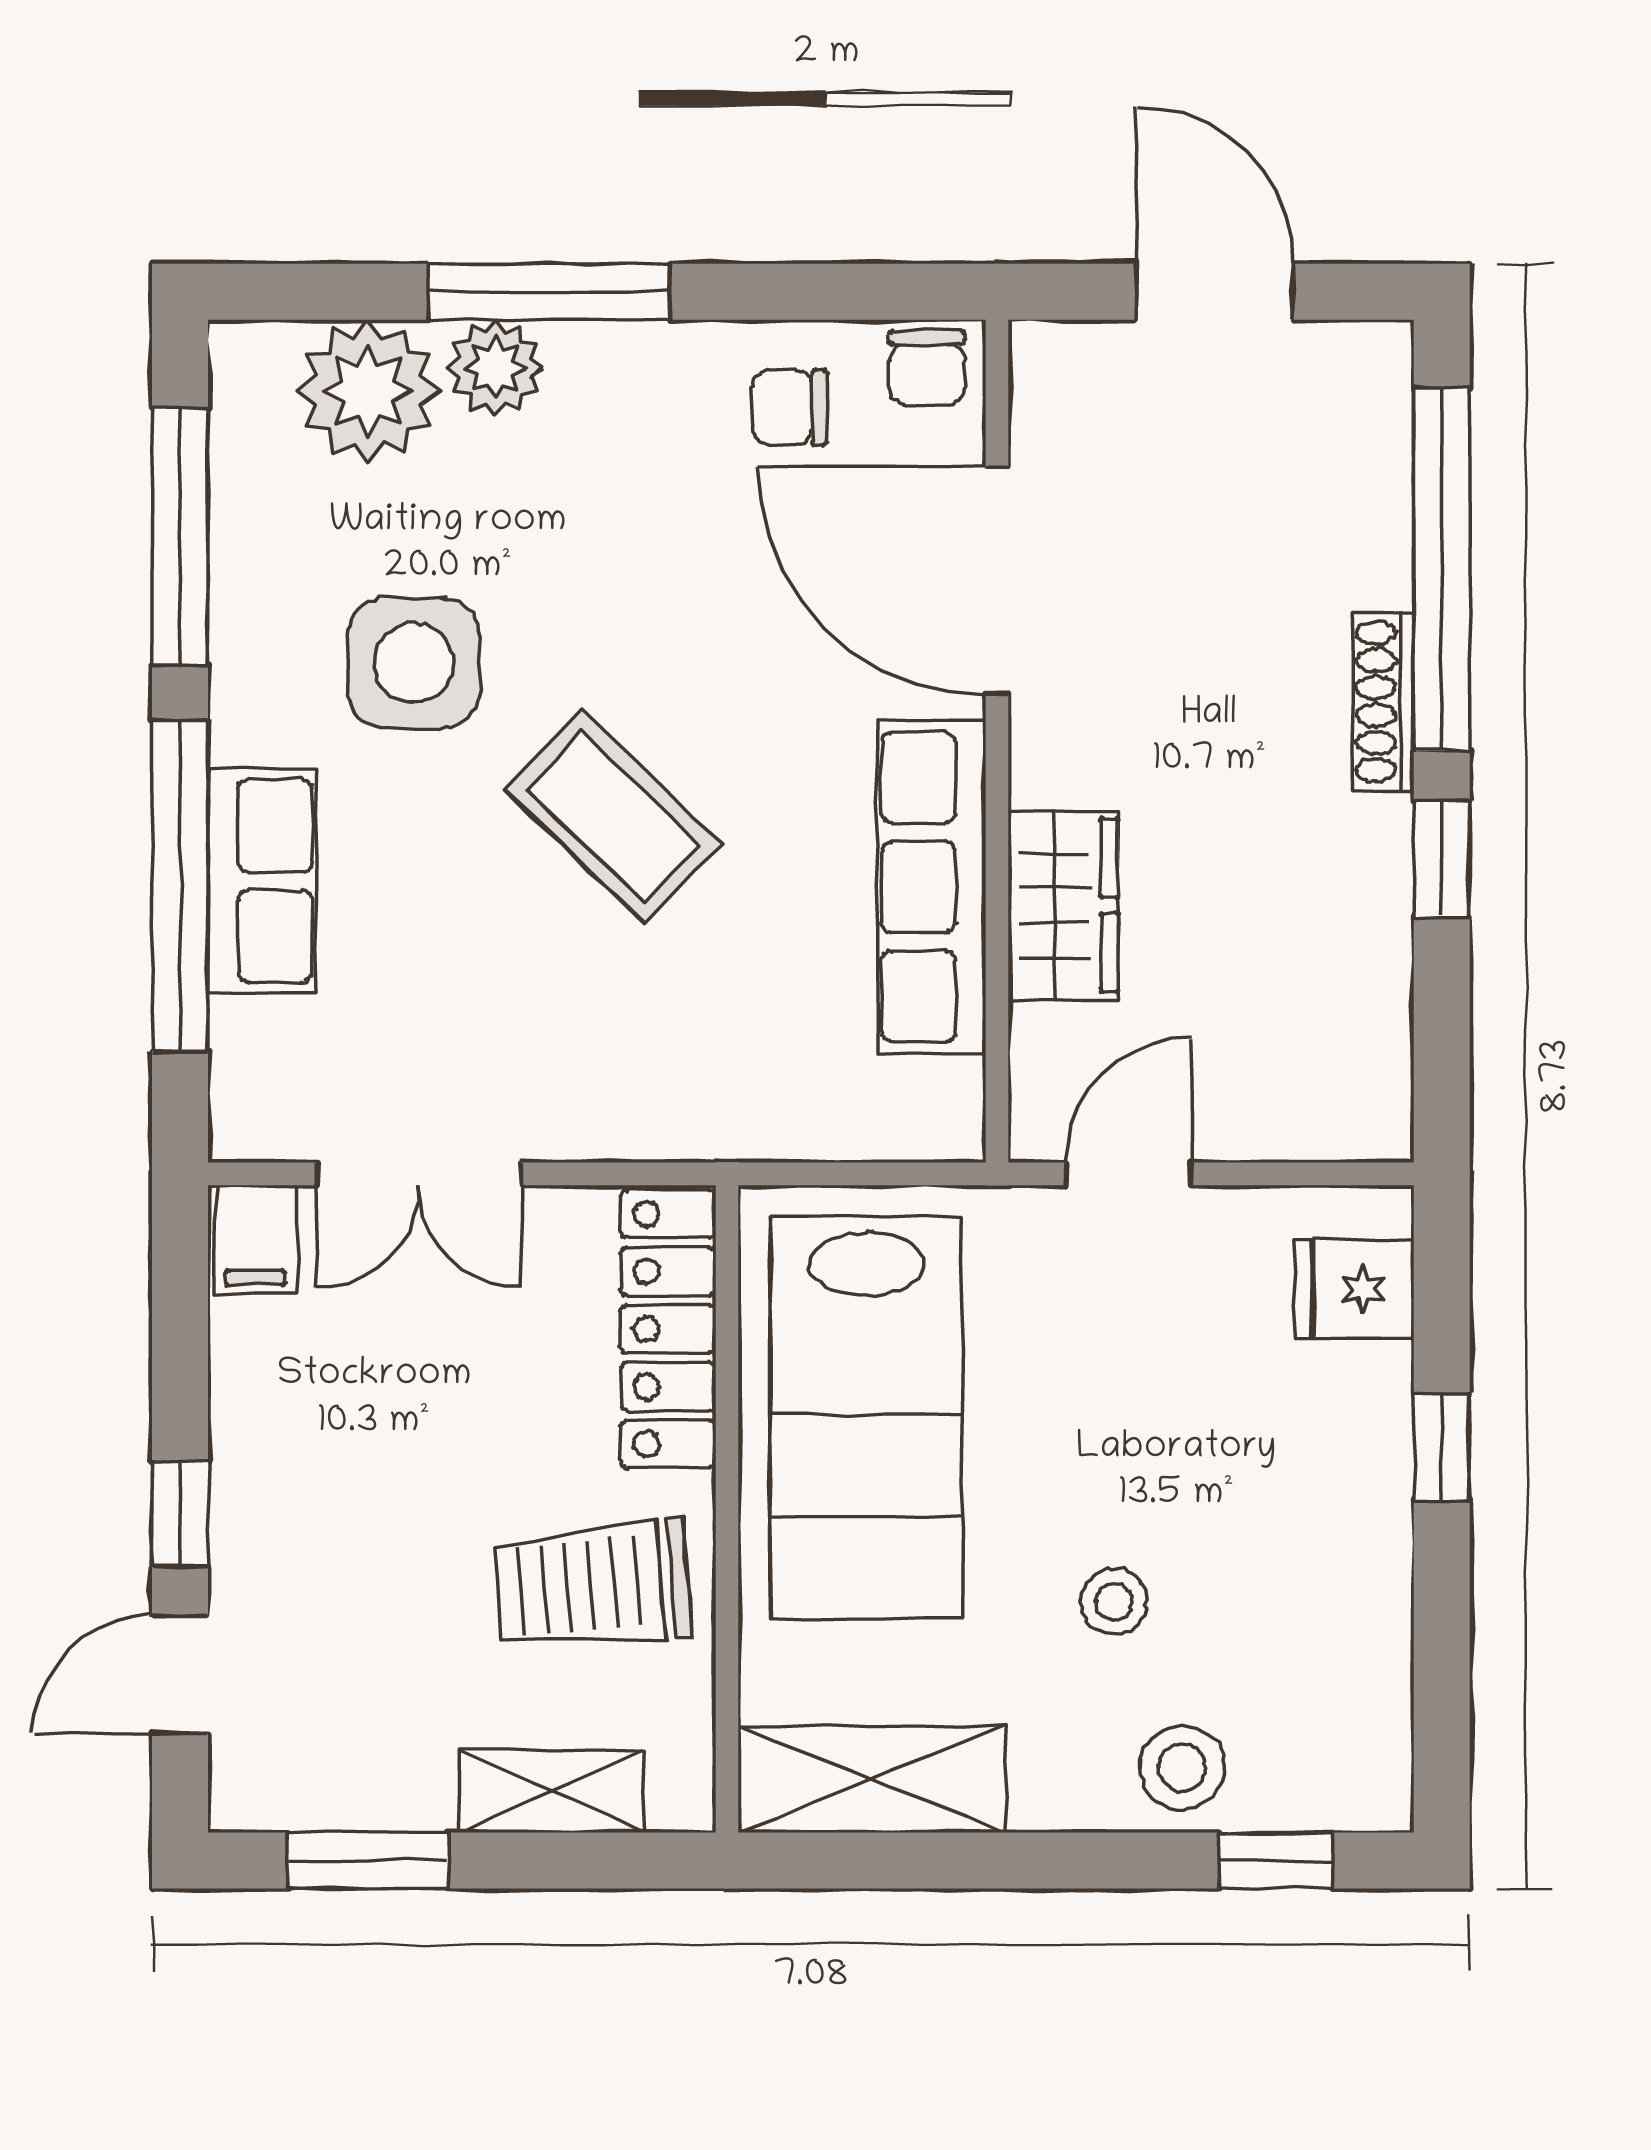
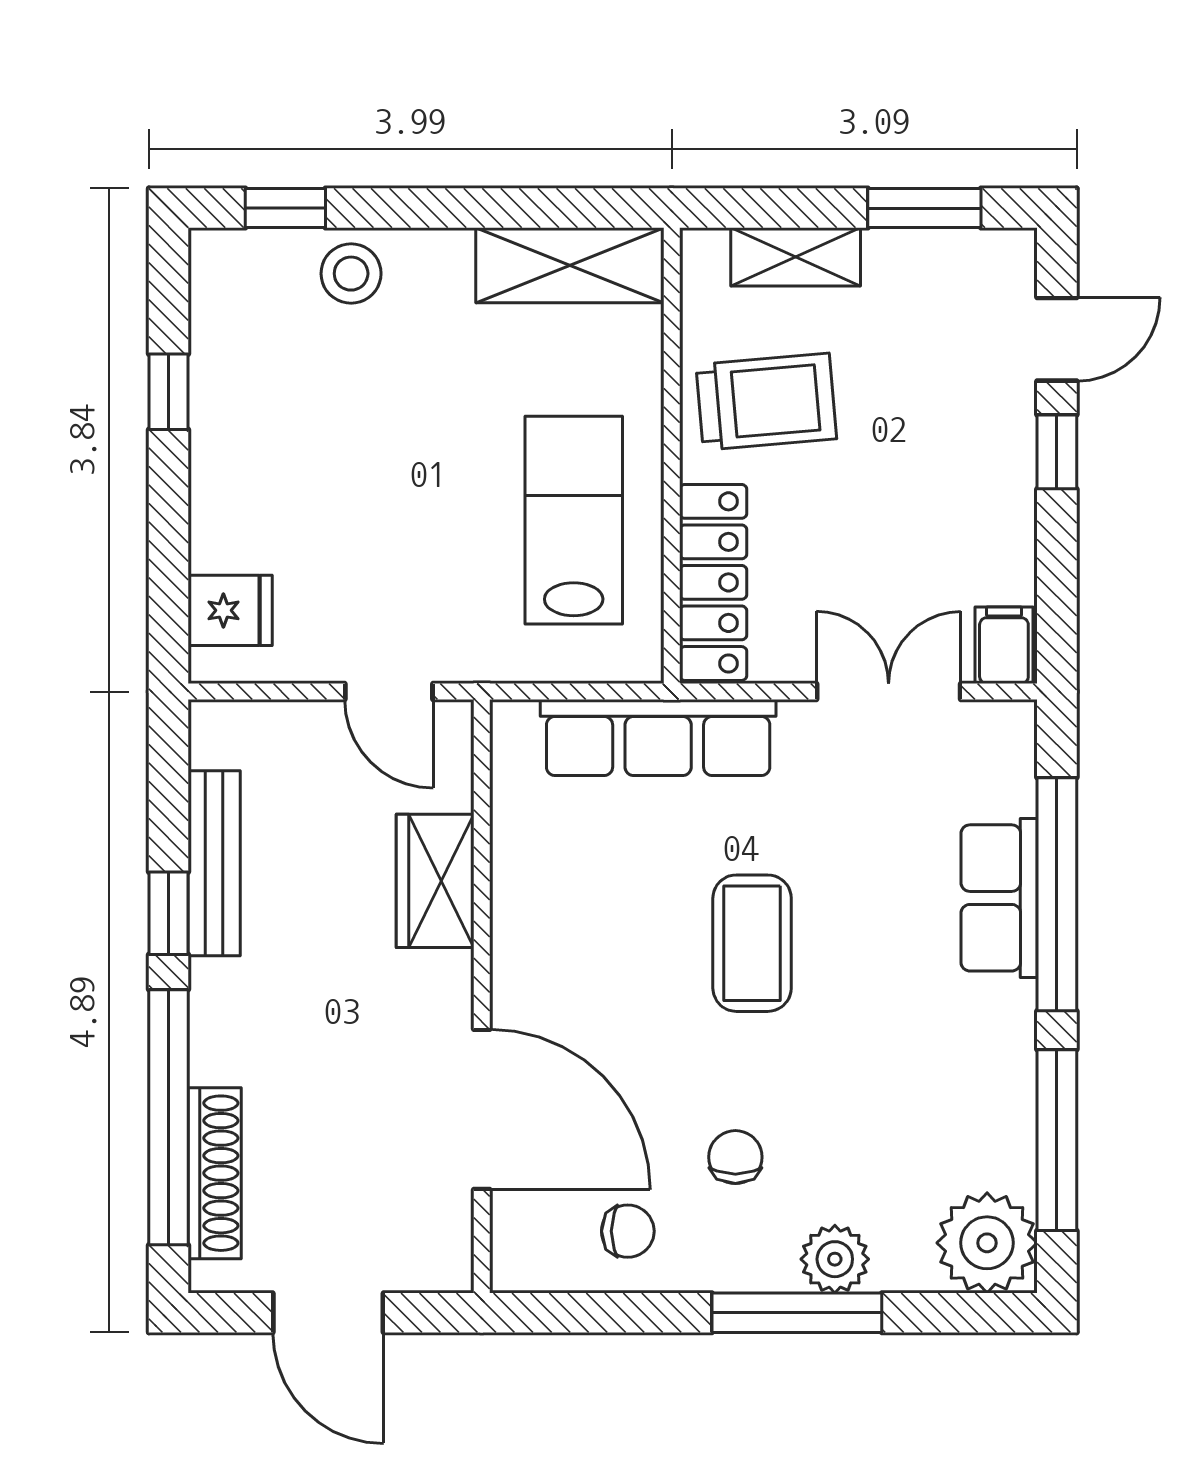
chair: (927, 368) -> (735, 1157), moved
plant: (368, 391) -> (987, 1243), moved
side table: (414, 663) -> (892, 1051), removed
shoe rack: (1383, 702) -> (215, 1173), moved, width x1.36, depth x1.24
coffee table: (613, 817) -> (752, 943), turned 46
row of seats: (932, 887) -> (658, 738), moved, turned 90
bench: (1377, 930) -> (214, 863), added
door: (1129, 1174) -> (389, 692), hinge flipped
lab bench: (866, 1417) -> (574, 520), width x0.73, depth x0.72
window: (1442, 1447) -> (168, 392), moved
stool: (1114, 1601) -> (399, 391), removed

